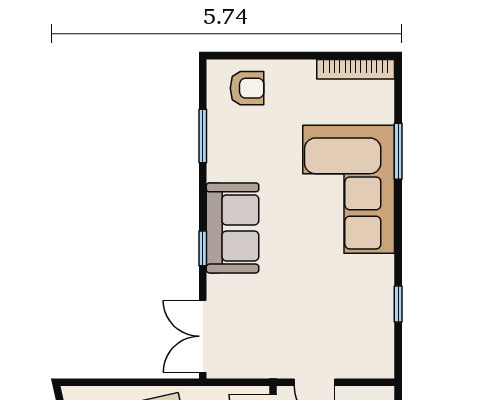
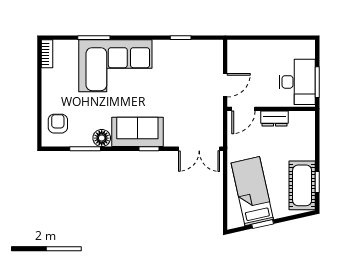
bookcase: (356, 69) -> (47, 54), width x0.64
floor lamp: (222, 165) -> (102, 138), added

